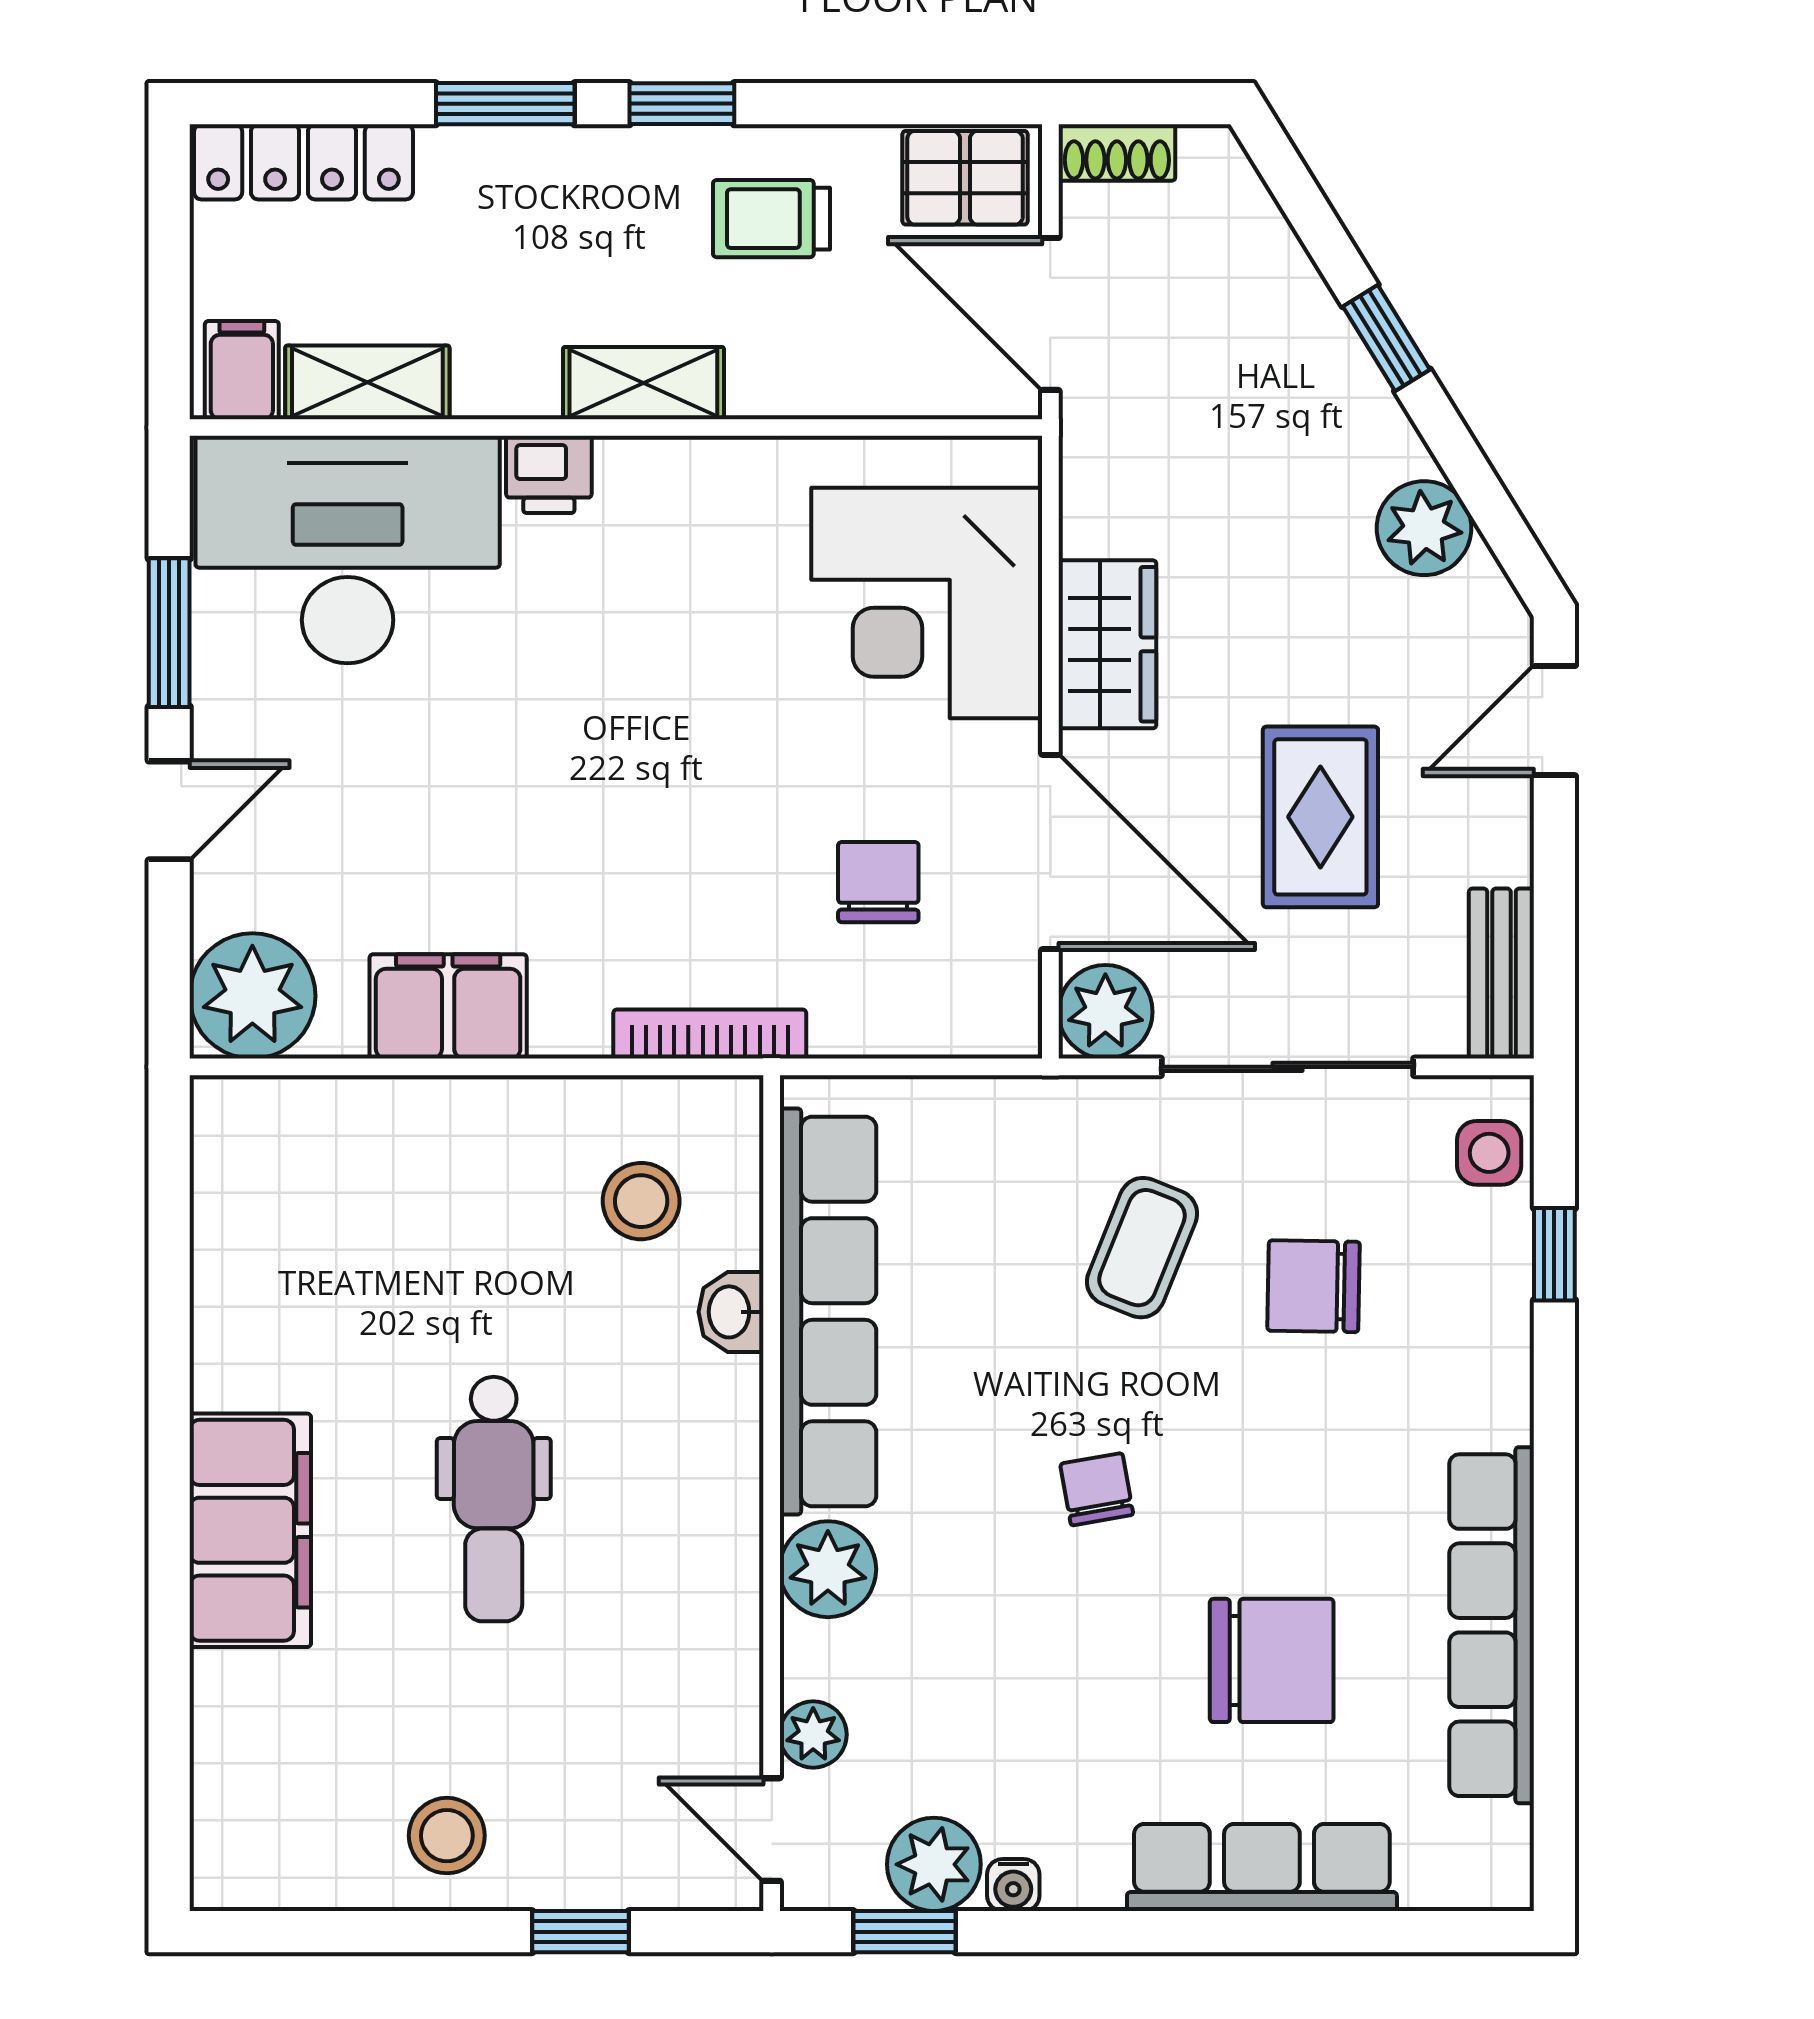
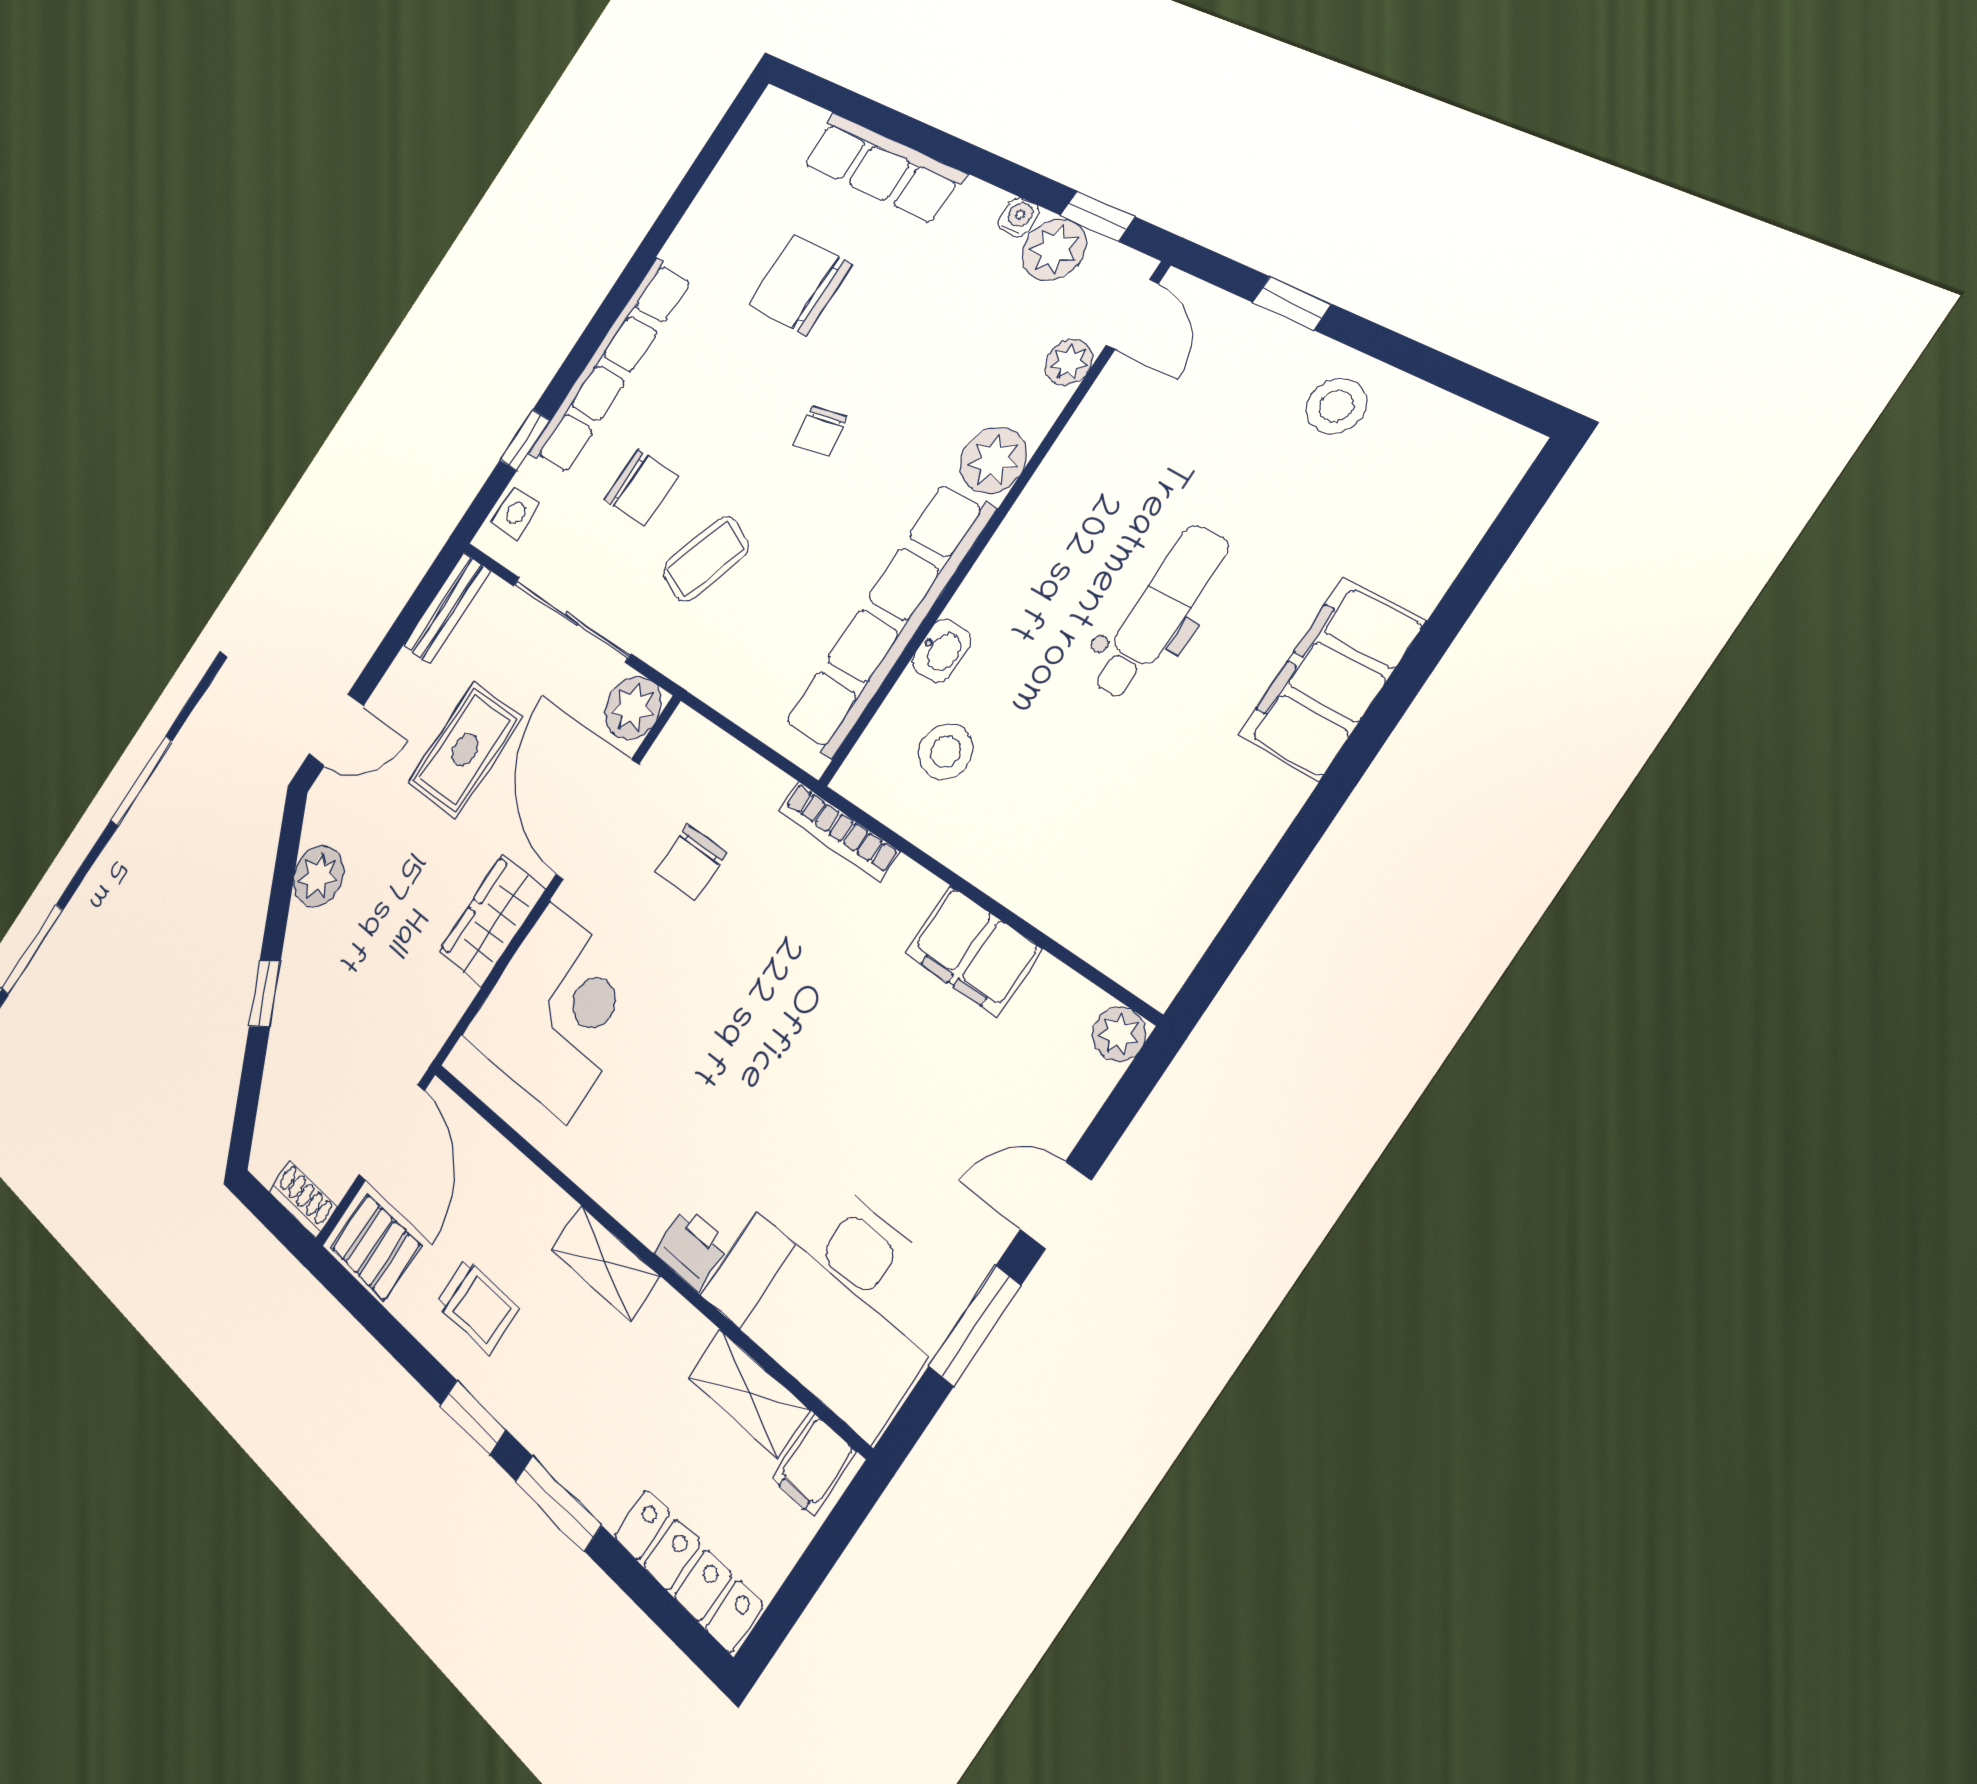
plant: (252, 996) -> (1119, 1034), width x0.53, depth x0.53
row of seats: (1492, 1625) -> (610, 366), moved

